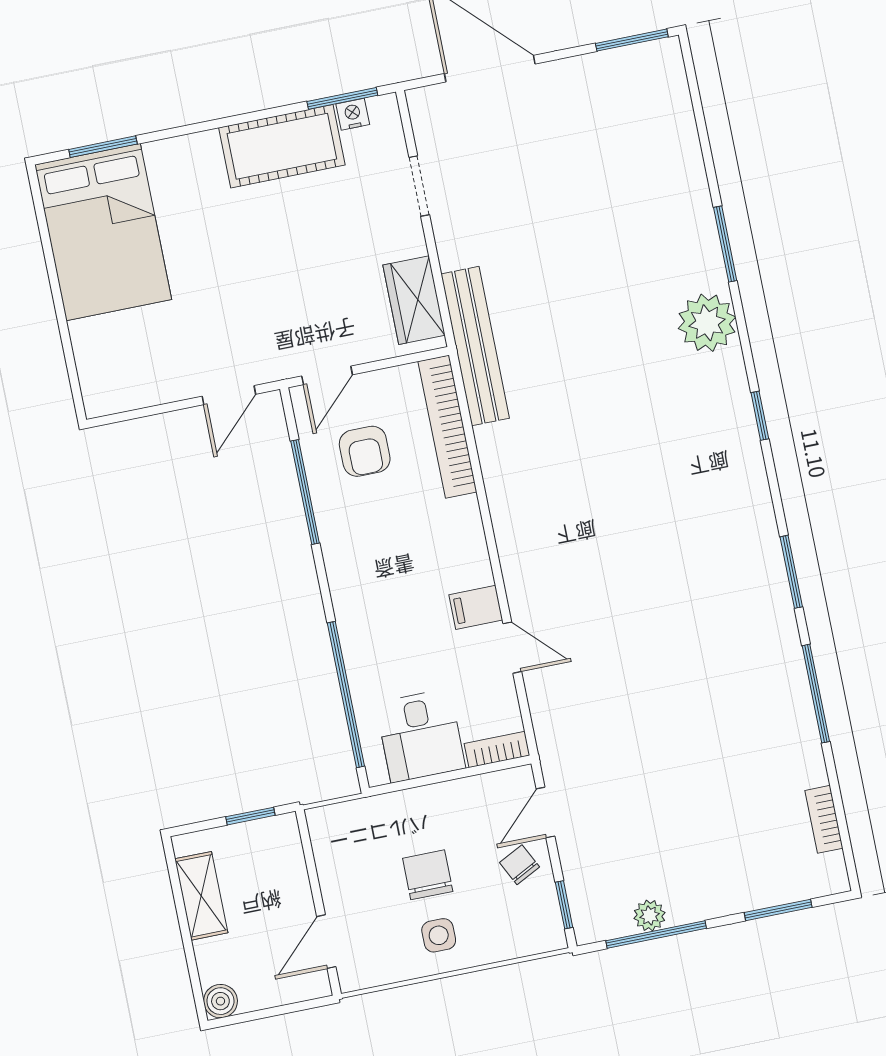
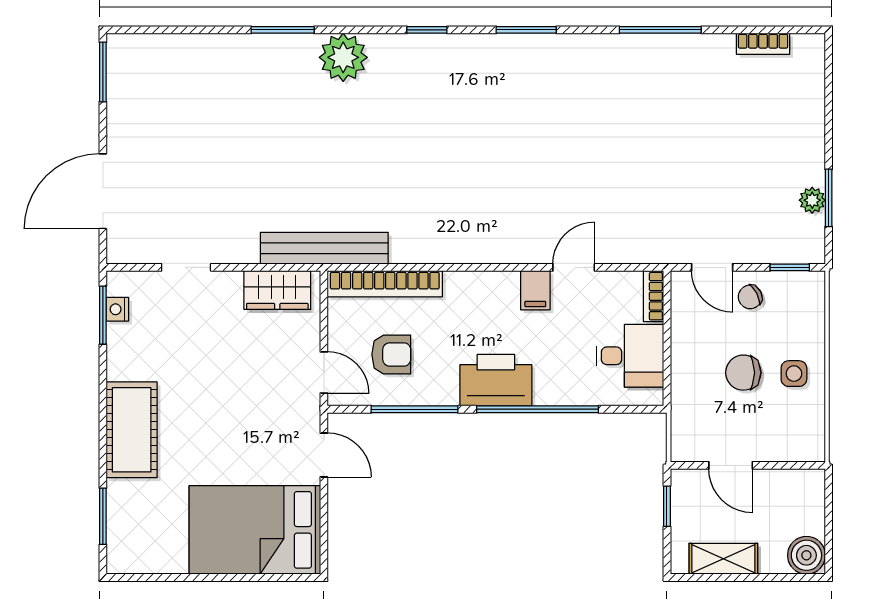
cot: (282, 146) -> (132, 430), moved
bed: (103, 232) -> (255, 530), moved, turned 180
window: (791, 572) -> (526, 30), moved
printer: (359, 582) -> (496, 380), added
window: (346, 695) -> (538, 409), moved
window: (778, 910) -> (829, 95), removed
window: (656, 935) -> (829, 198), width x0.69
door: (326, 942) -> (731, 465), moved
boiler: (220, 1001) -> (806, 555), width x1.36, depth x1.36

